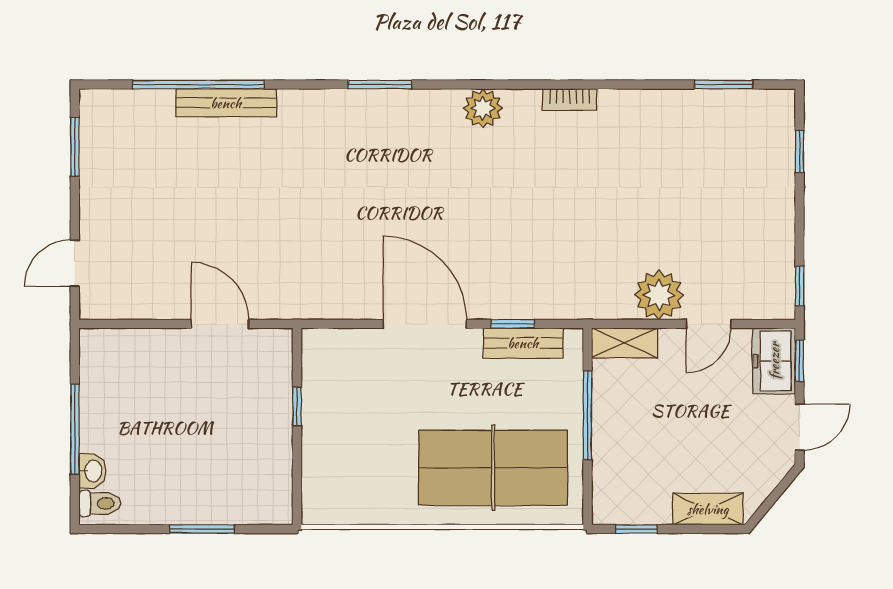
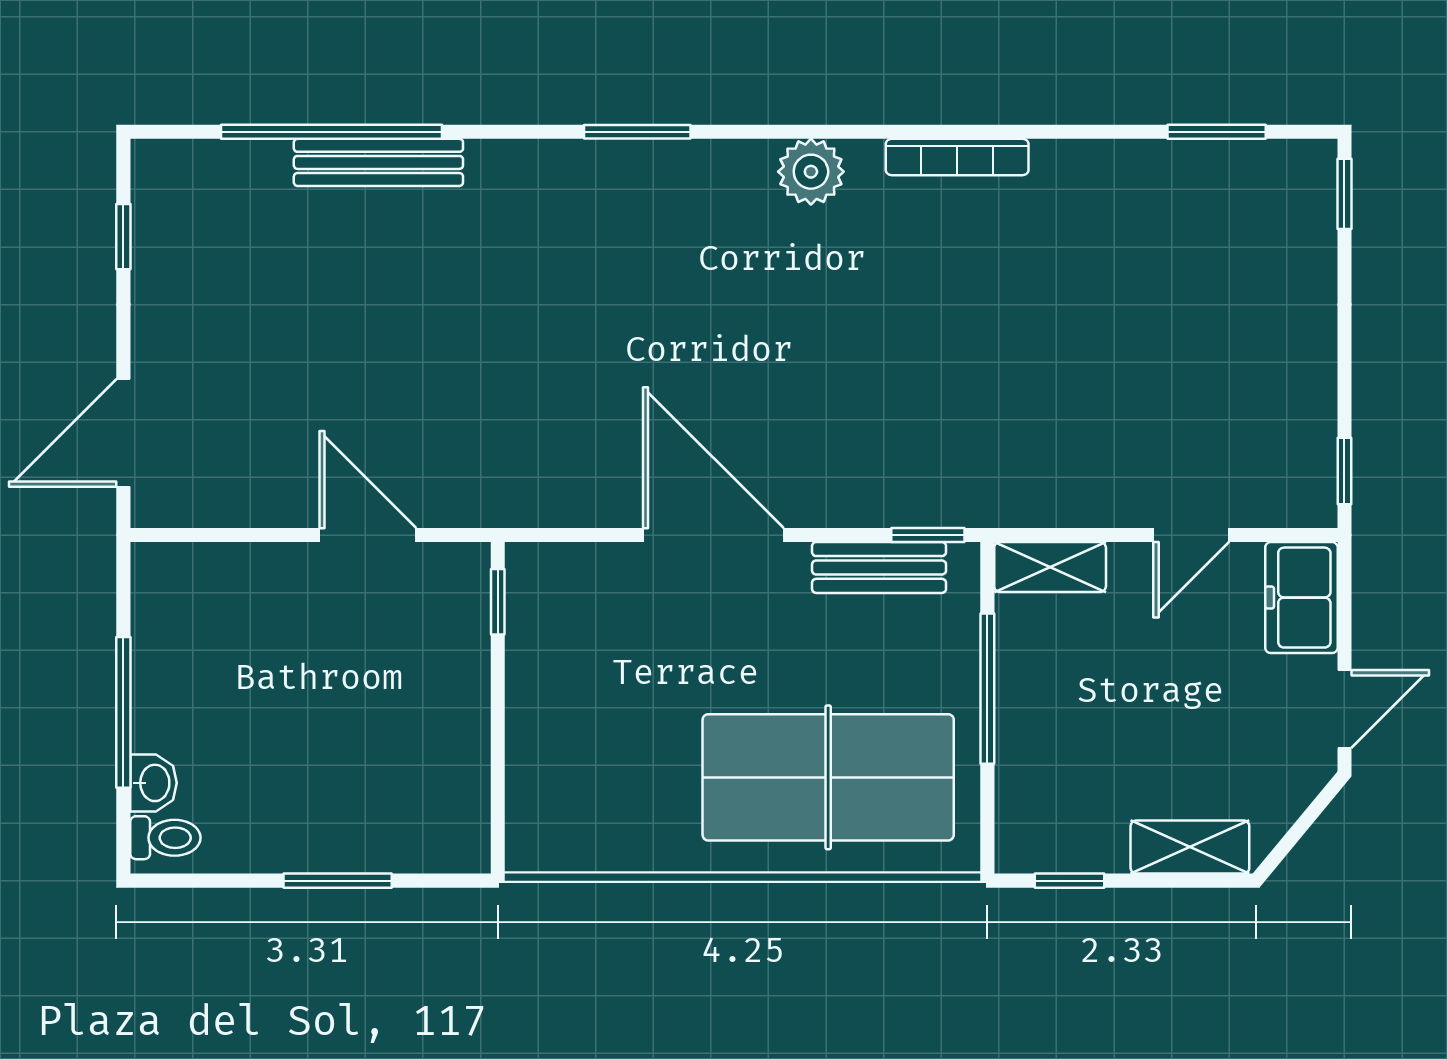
bookcase: (570, 100) -> (957, 157), width x1.56
window: (75, 147) -> (123, 237), width x0.67
window: (800, 151) -> (1344, 194), moved
door: (75, 263) -> (123, 433), width x1.38
plant: (659, 295) -> (1108, 486), removed
window: (513, 324) -> (928, 535), moved
window: (800, 361) -> (1344, 597), removed
window: (297, 407) -> (498, 602), moved

